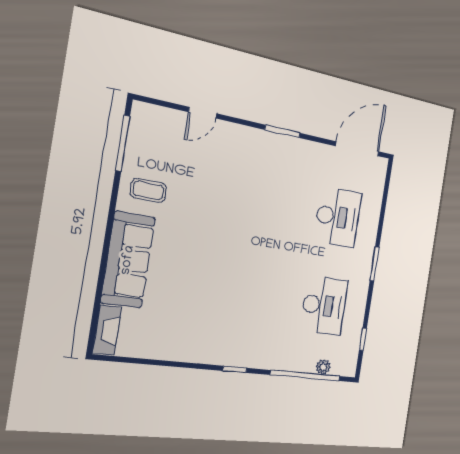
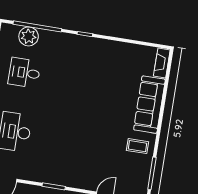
desk: (324, 306) -> (24, 73), width x0.73
plant: (323, 367) -> (29, 36), width x1.88, depth x1.88

